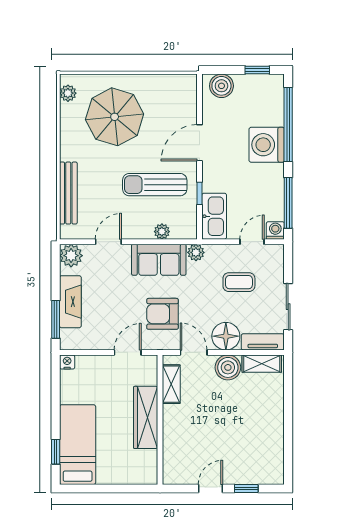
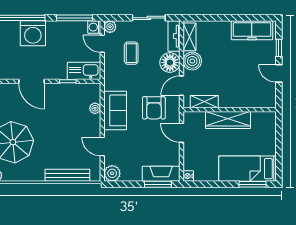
sun lounger: (155, 185) -> (61, 113), removed
plant: (196, 252) -> (110, 27), moved
fireplace: (70, 302) -> (161, 174), moved
freezer: (271, 451) -> (252, 30), added
window: (56, 452) -> (253, 184), width x1.50

